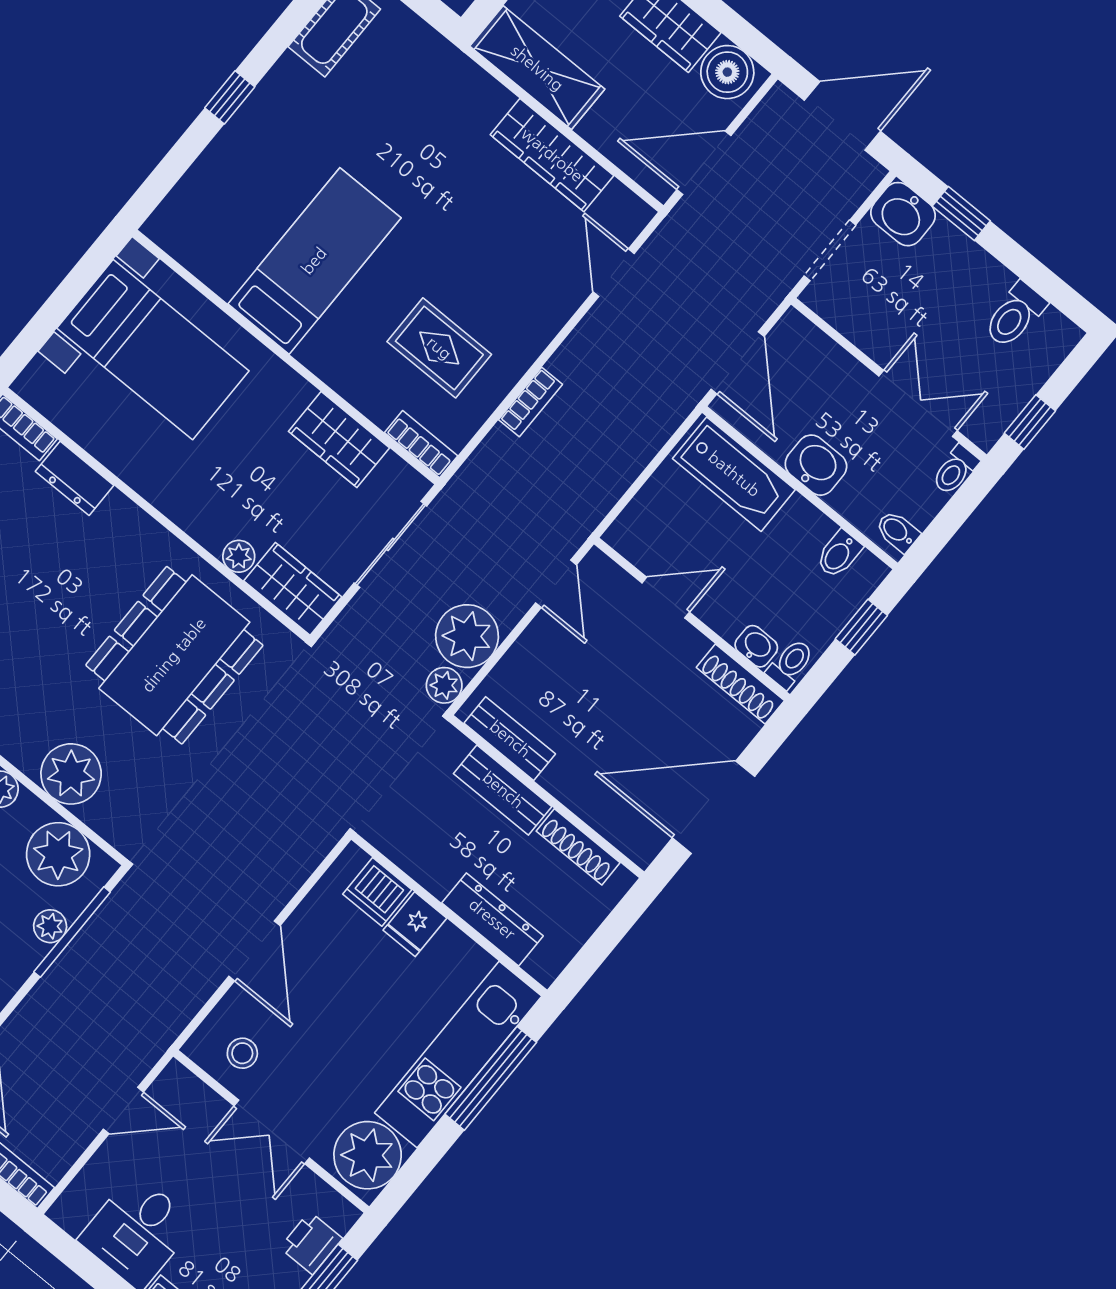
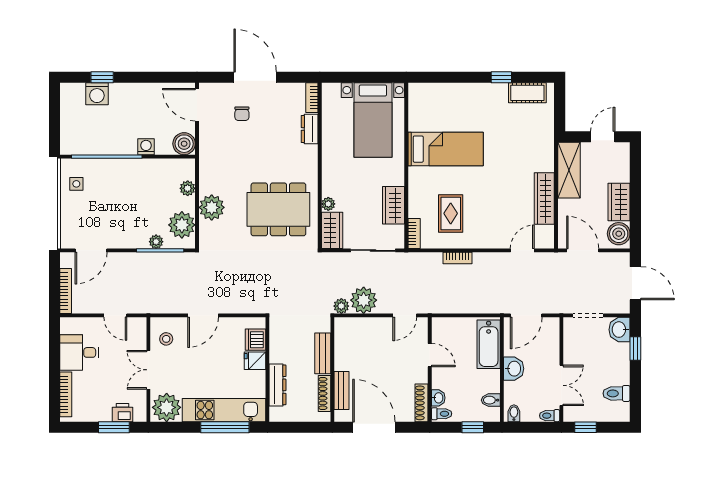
window: (230, 97) -> (501, 77), moved
bench: (510, 739) -> (341, 391), moved

